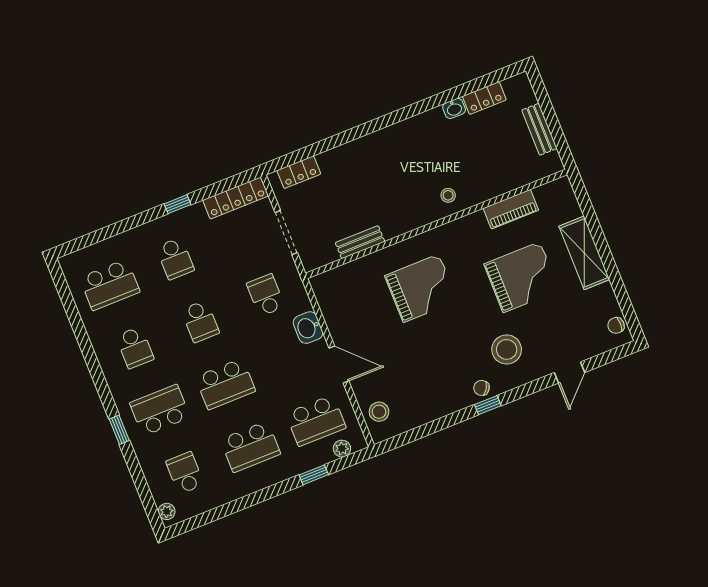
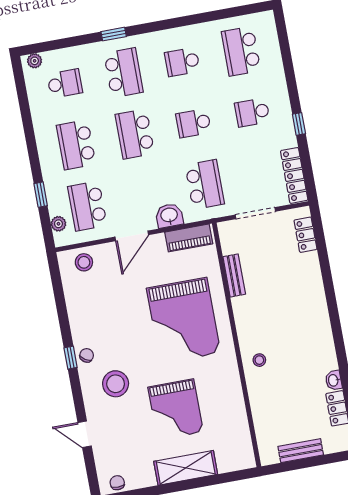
piano: (511, 209) -> (189, 238), moved, turned -90
grand piano: (421, 288) -> (183, 320), width x1.37, depth x1.48
school desk: (266, 295) -> (205, 184), width x1.85

